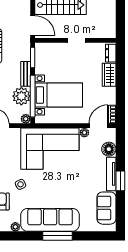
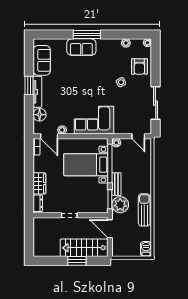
plant: (21, 96) -> (120, 205), moved
door: (98, 126) -> (49, 136), hinge flipped
corner sofa: (50, 149) -> (94, 120), width x0.73, depth x0.74
sofa: (50, 220) -> (81, 47), width x0.54, depth x0.79

